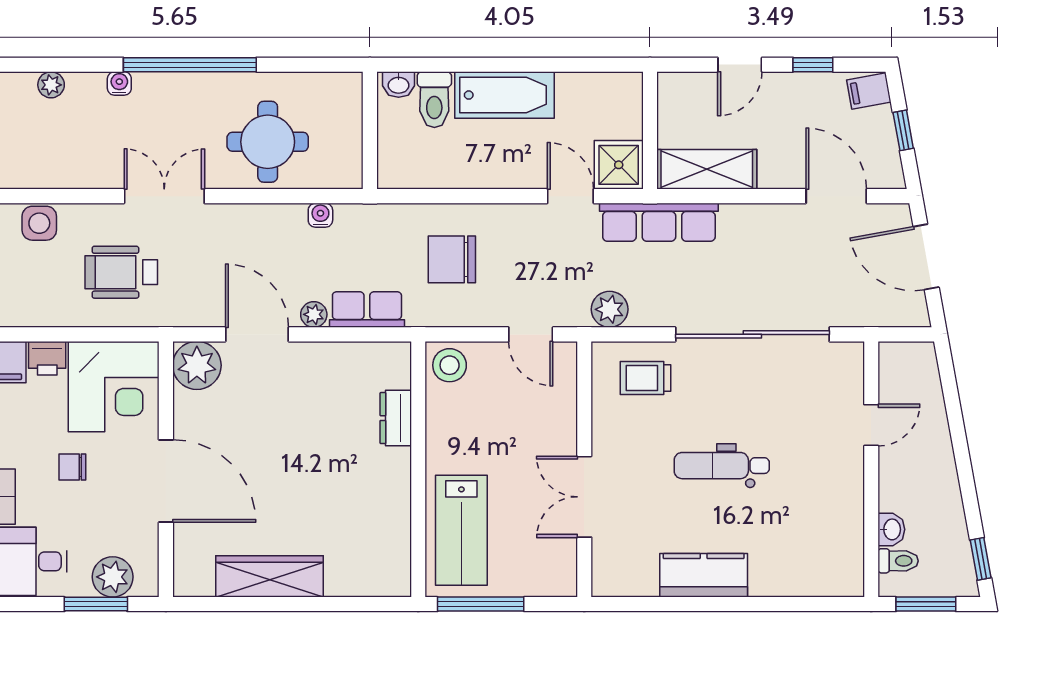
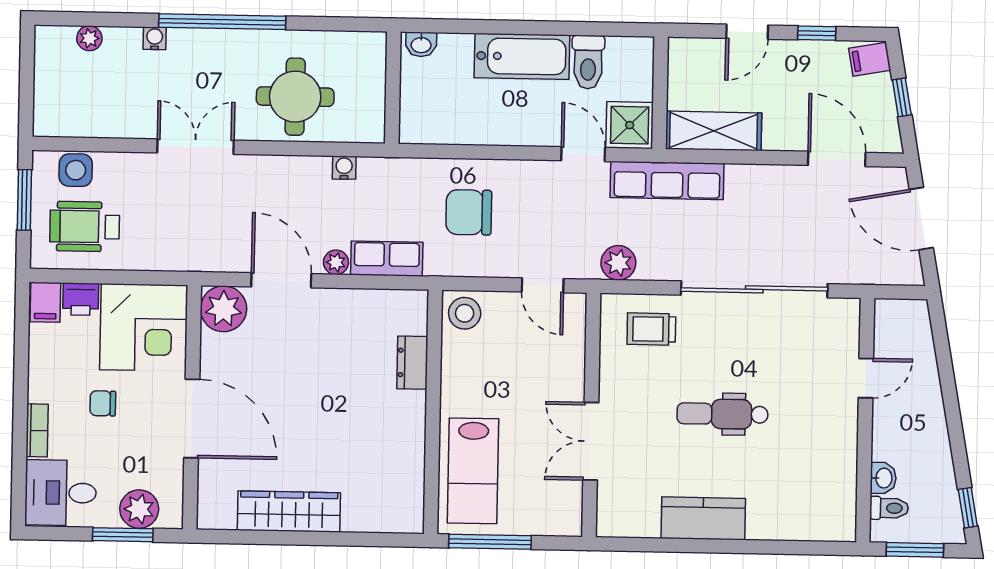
toilet: (434, 100) -> (588, 62), moved
wheelchair: (121, 272) -> (85, 227), moved

